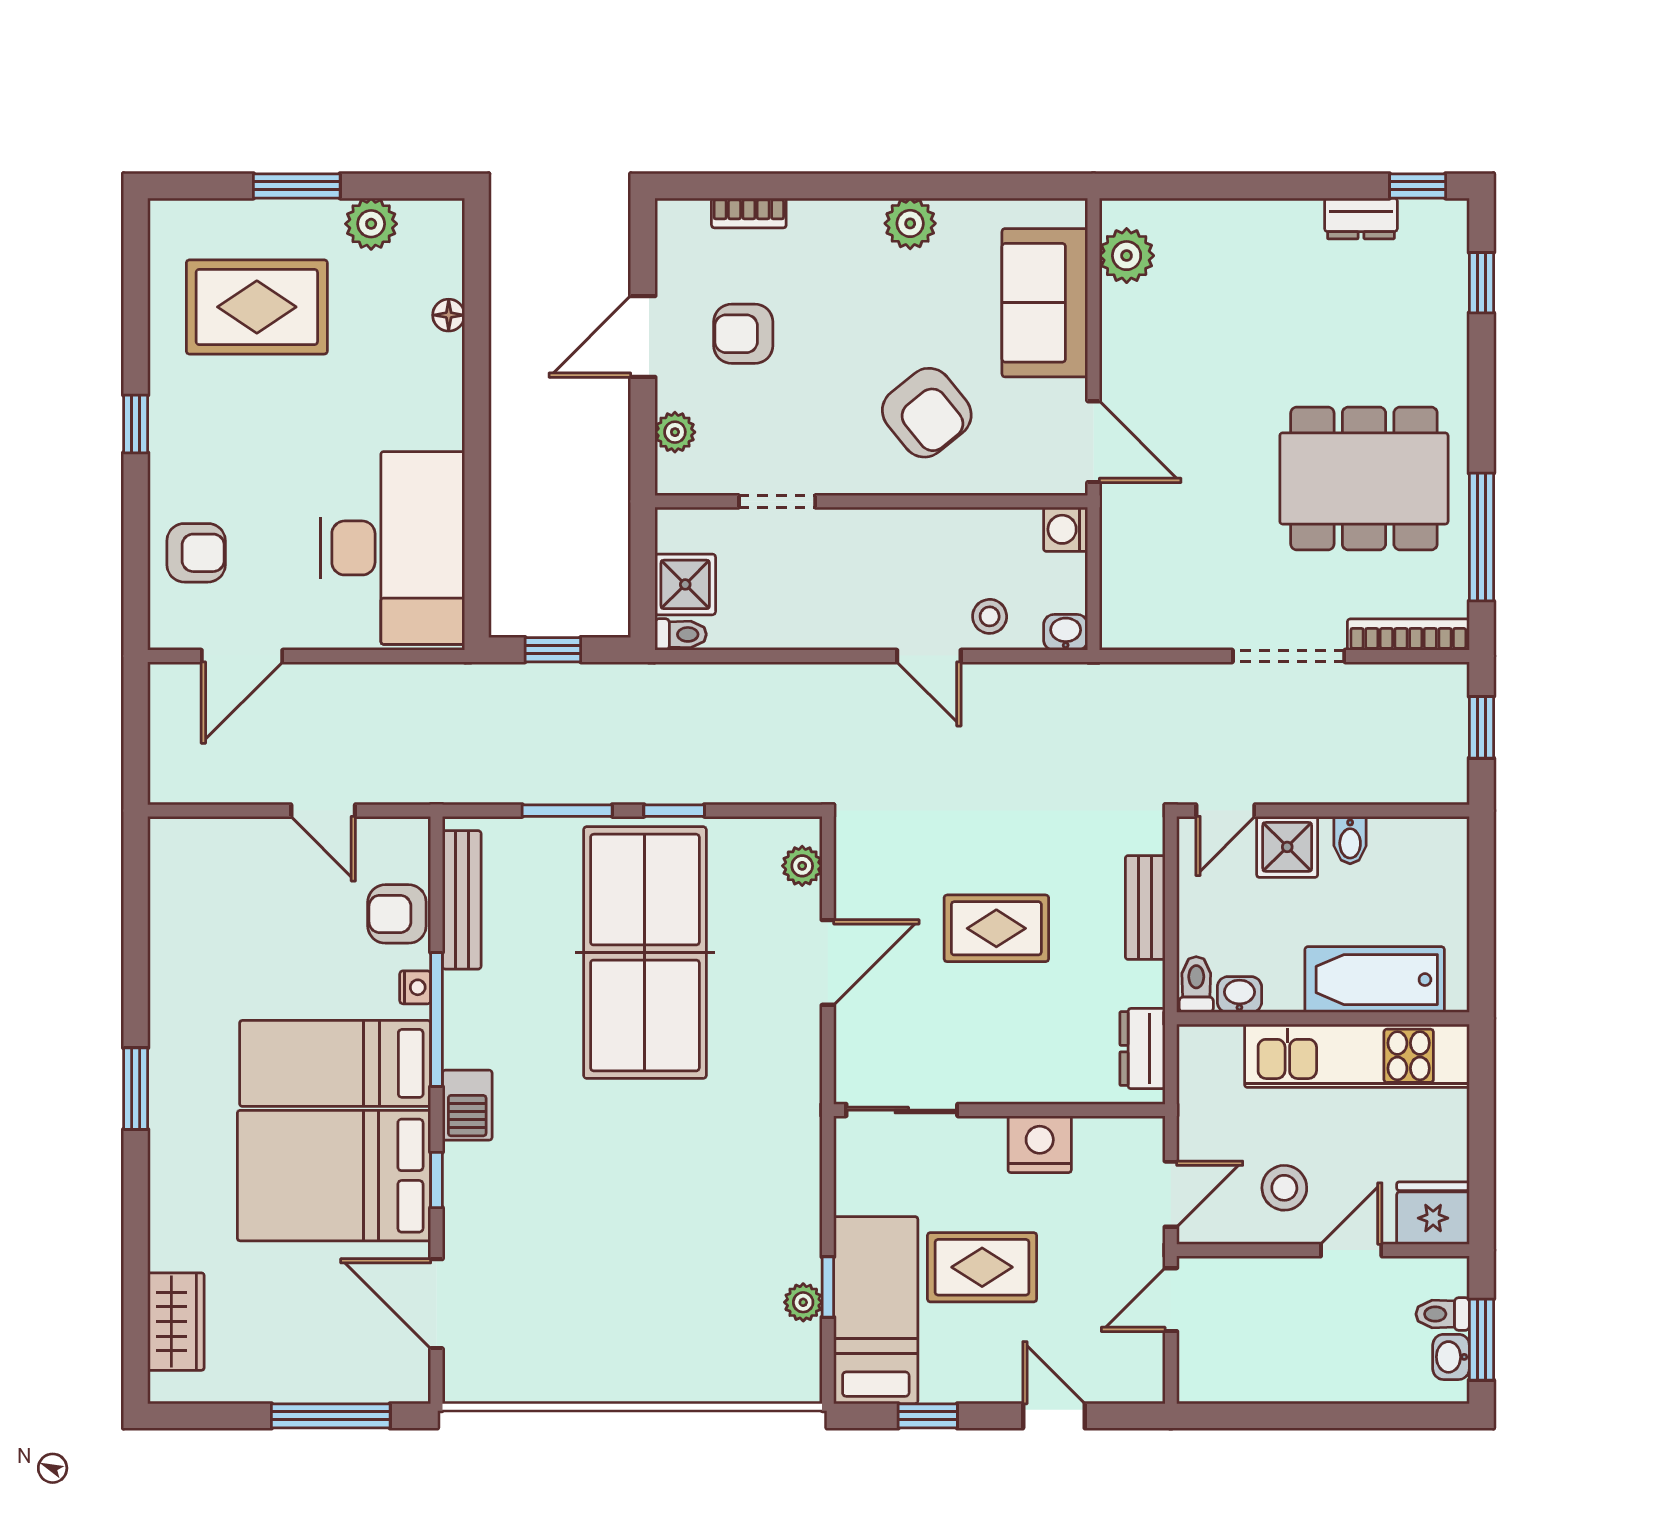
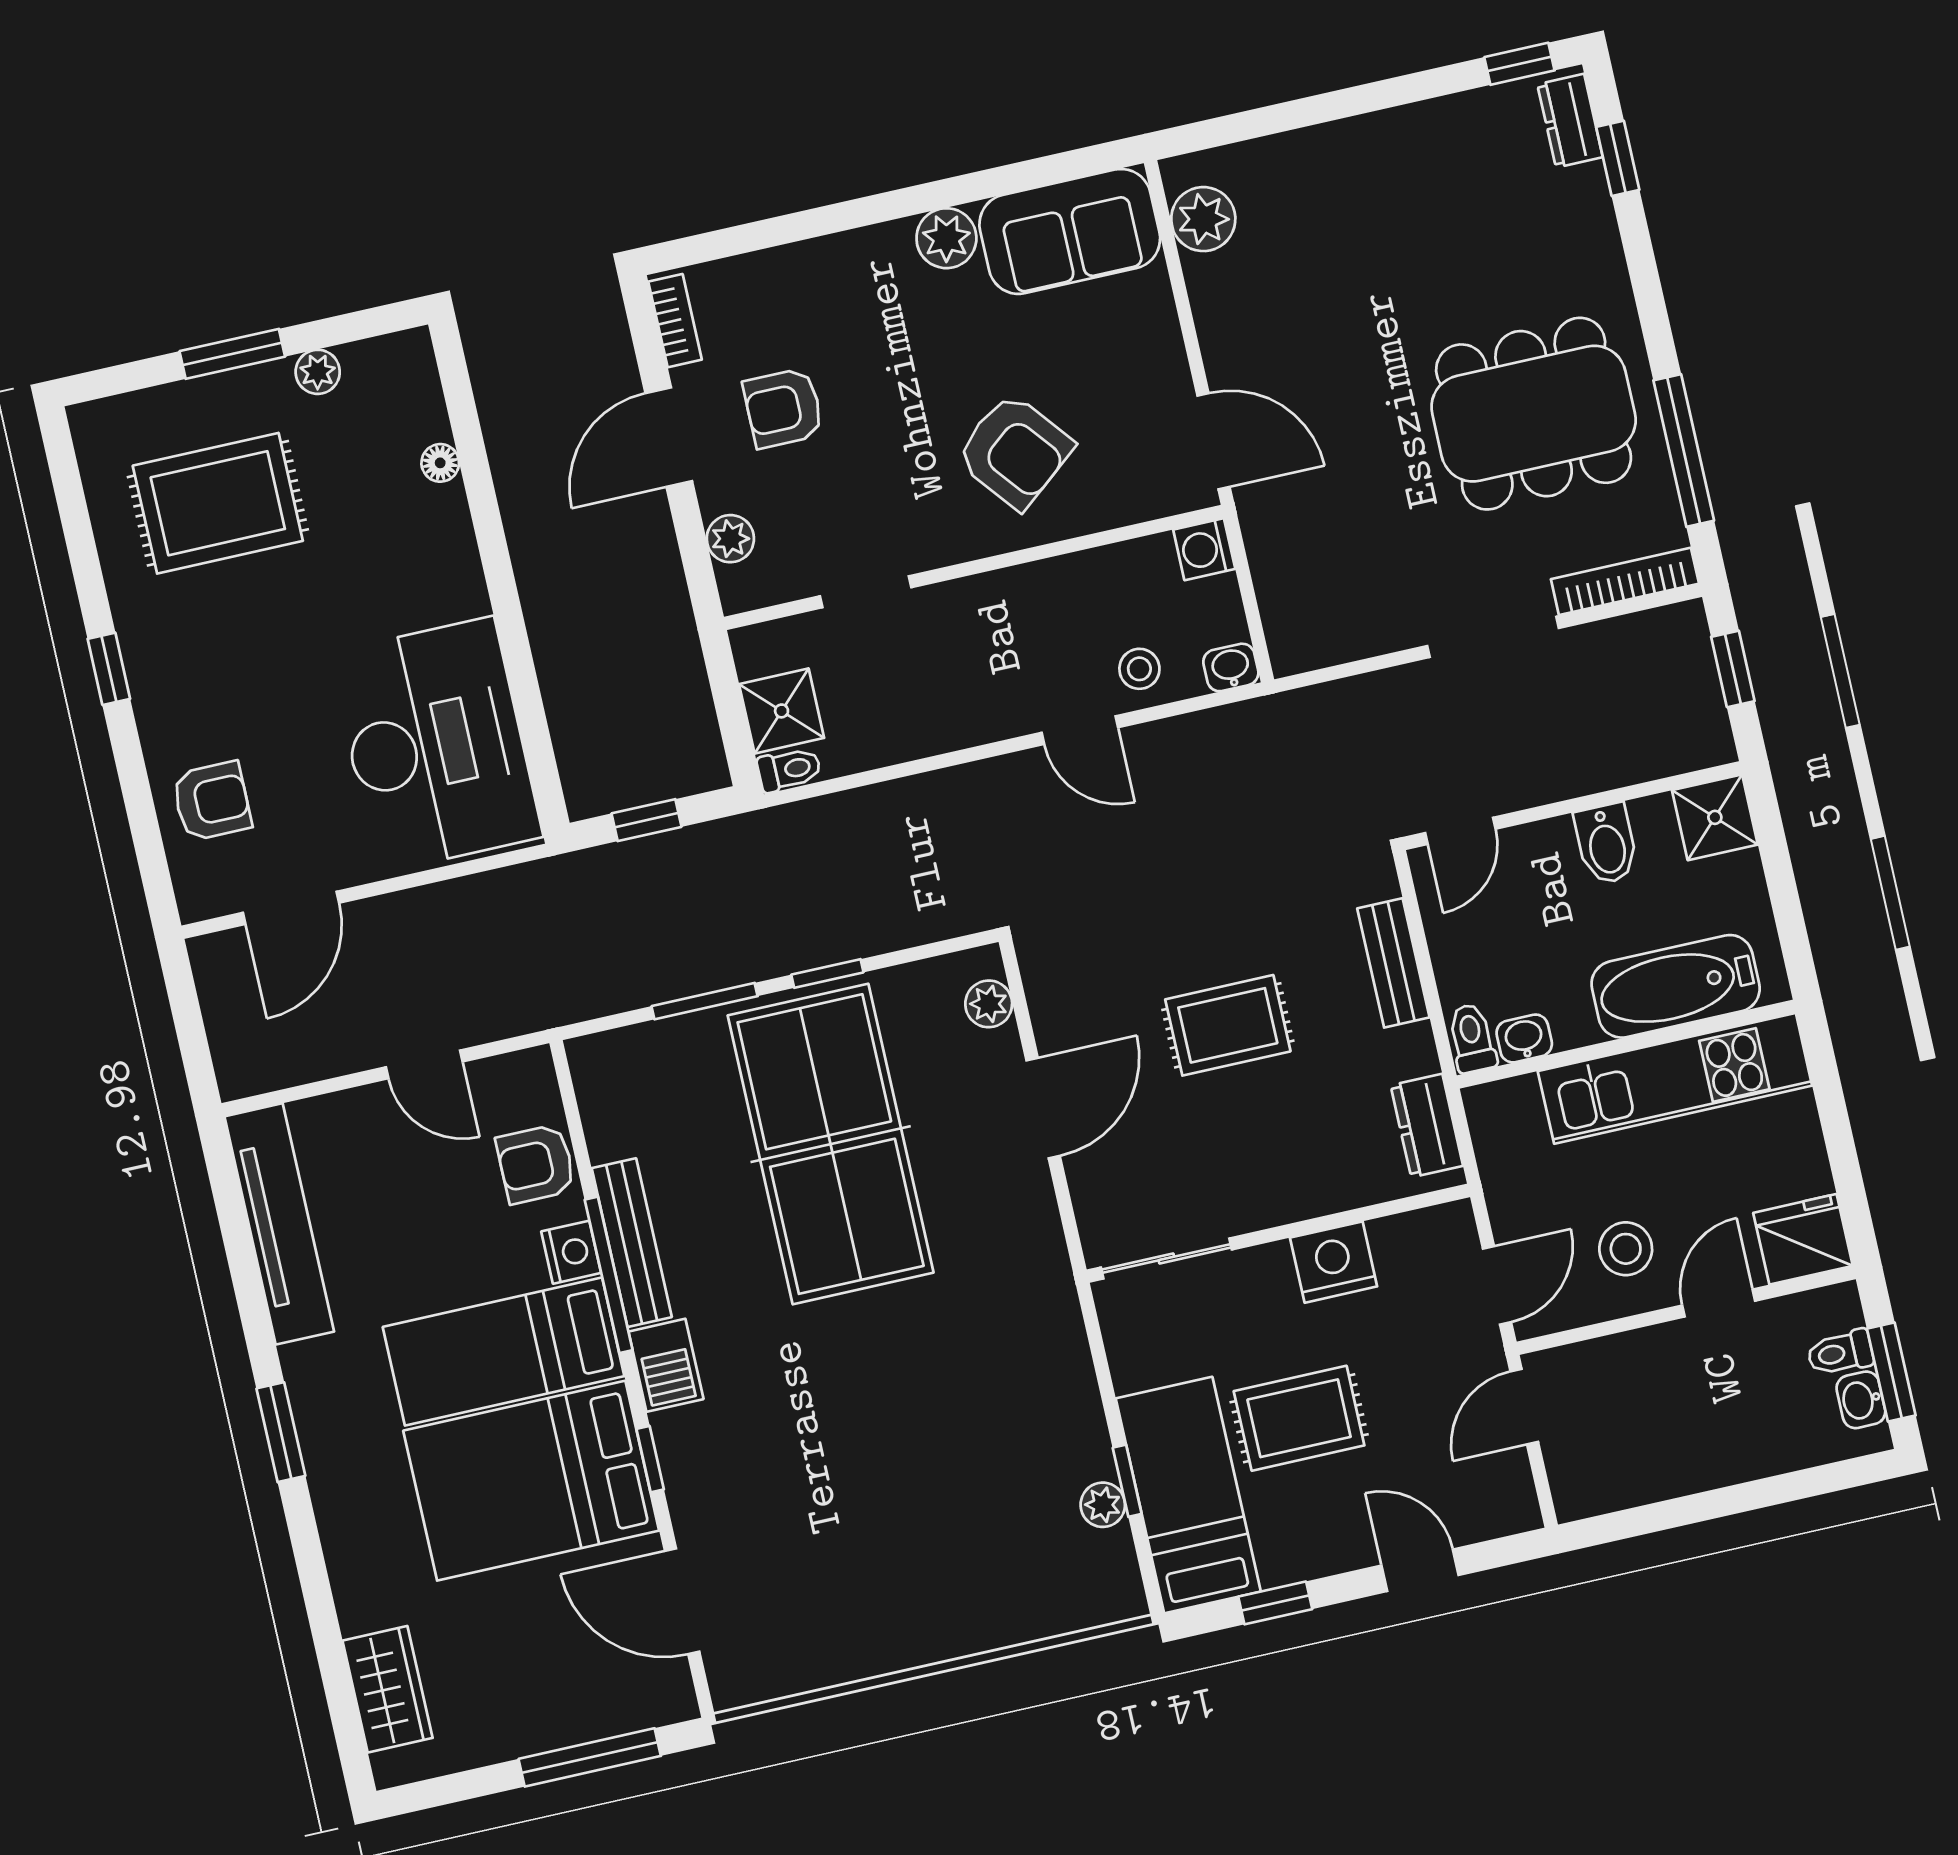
bookcase: (749, 213) -> (675, 321), moved, turned -90
dresser: (1361, 218) -> (1570, 121), moved, turned 90
plant: (371, 224) -> (318, 372), width x0.73, depth x0.73
sofa: (1045, 303) -> (1070, 231), moved, turned -90
bidet: (1350, 840) -> (1606, 844), width x1.38, depth x1.36
shower: (1287, 847) -> (1715, 817), moved
bench: (462, 900) -> (632, 1243), moved
tv unit: (173, 916) -> (279, 1224), added
nightstand: (415, 987) -> (571, 1252), width x1.39, depth x1.35

